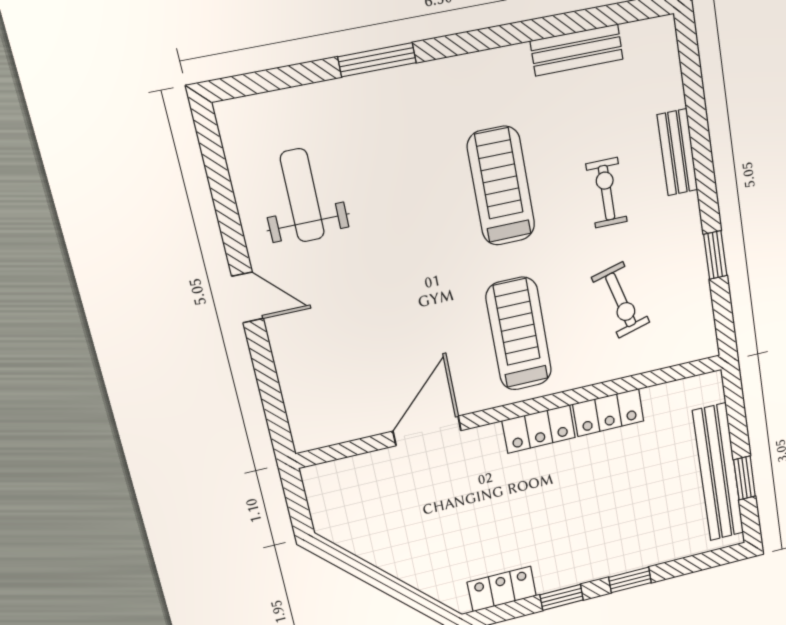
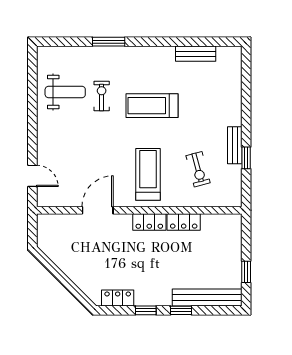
bench: (677, 152) -> (235, 145), moved
treadmill: (501, 186) -> (152, 106), turned -90
exercise bike: (607, 193) -> (102, 96), moved
weight bench: (302, 195) -> (65, 92), turned 90
door: (248, 297) -> (32, 176), moved
bench: (718, 472) -> (207, 297), moved, turned 90

